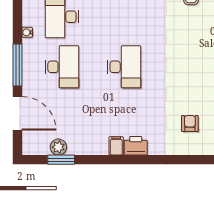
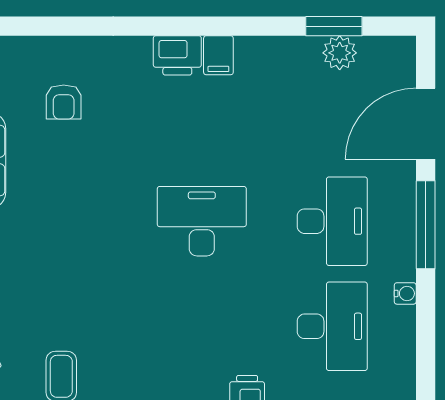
desk: (62, 67) -> (332, 221), turned 180
desk: (124, 67) -> (202, 221), turned 90
door: (17, 113) -> (426, 124), hinge flipped

